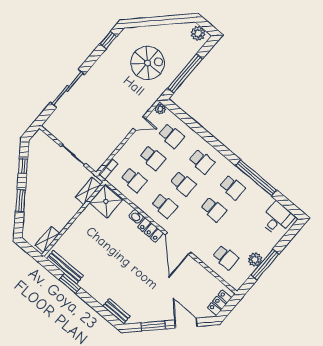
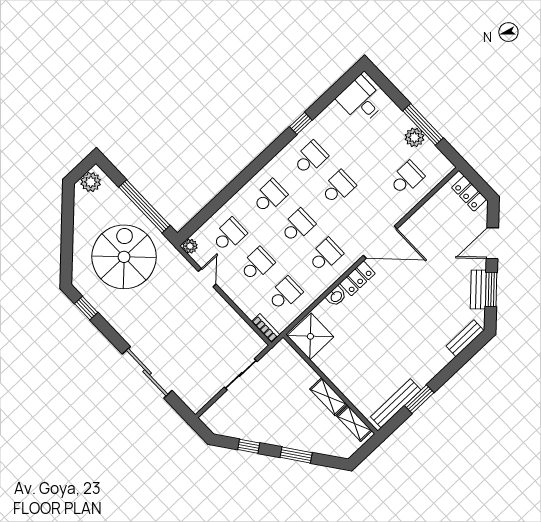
spiral stairs: (148, 63) -> (124, 257), width x1.37, depth x1.37
window: (256, 178) -> (301, 123), width x0.32
shelving: (88, 191) -> (328, 397), moved
bench: (152, 317) -> (478, 290), added

